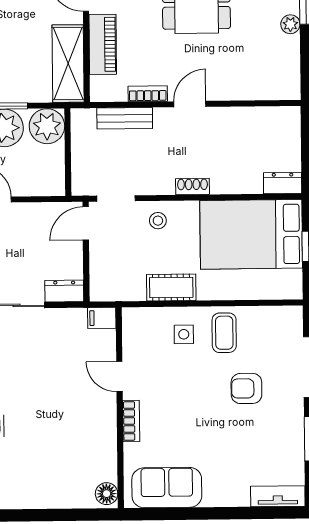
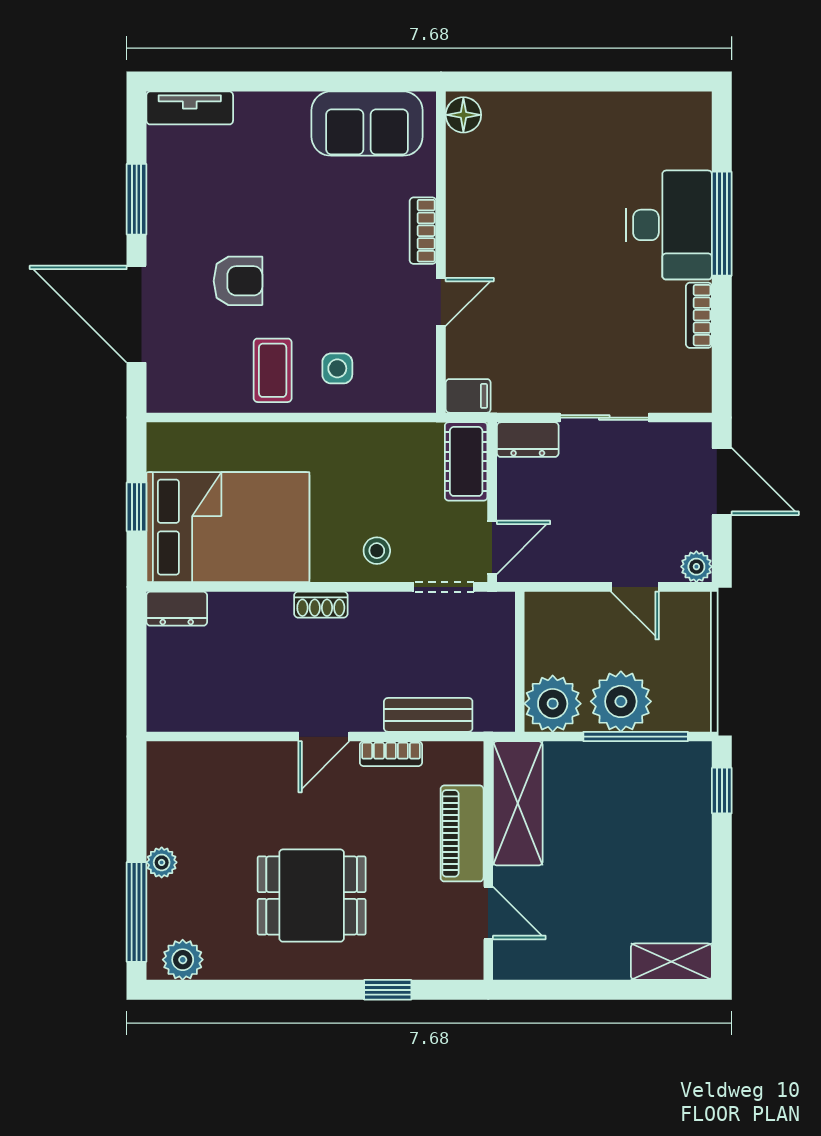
cot: (171, 287) -> (466, 461), moved, turned 90
door: (119, 377) -> (441, 302), hinge flipped

